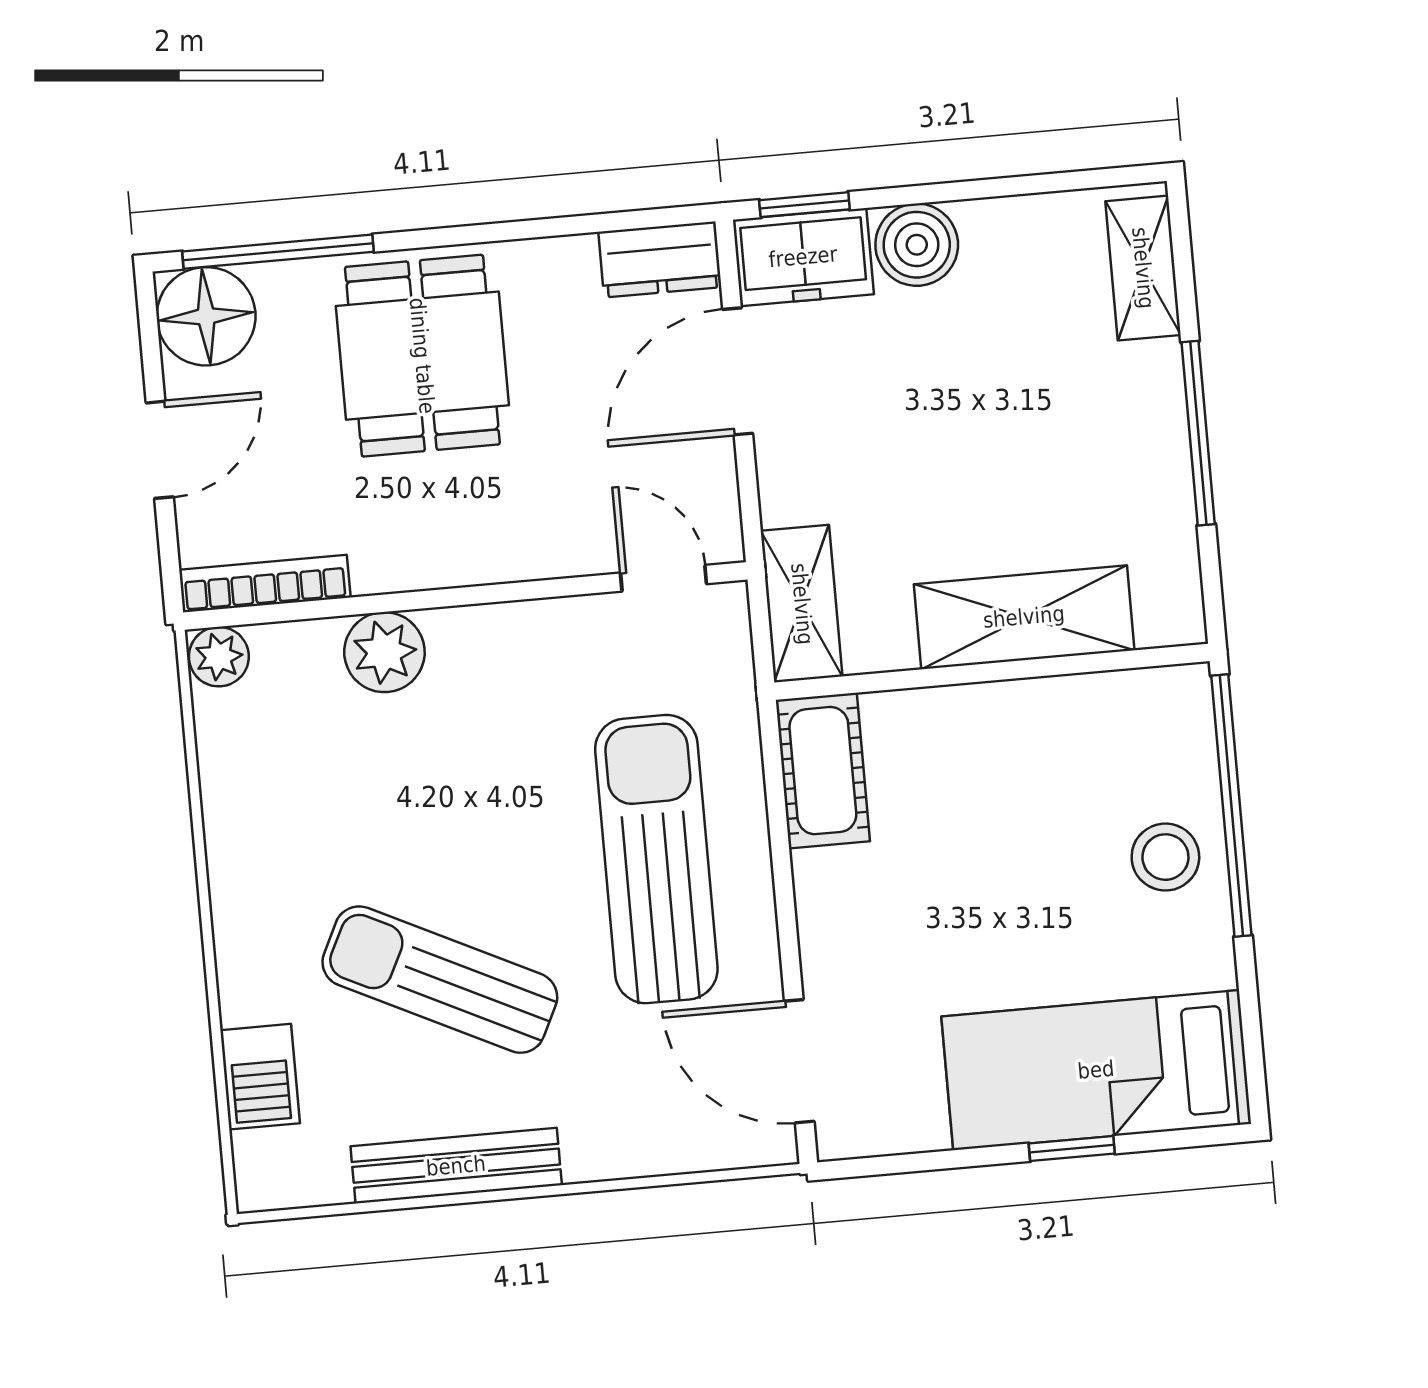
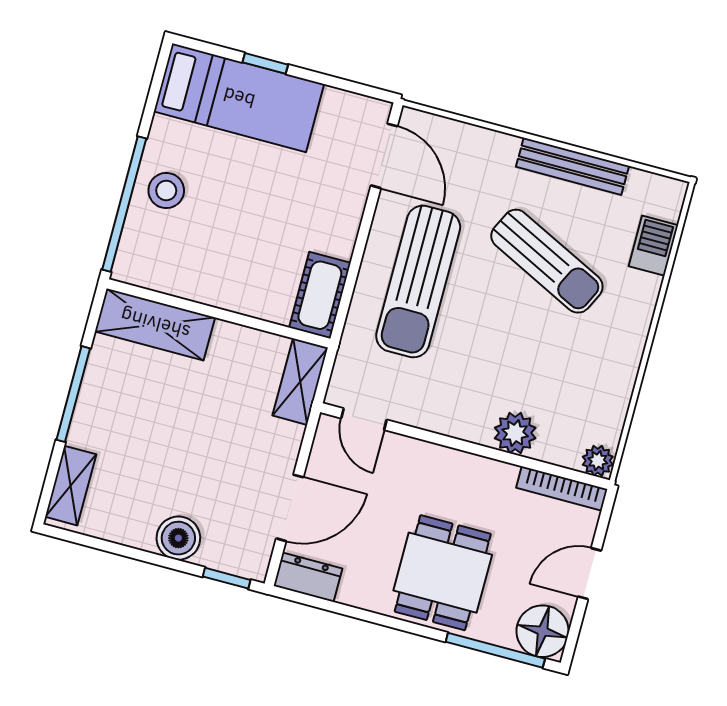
freezer: (803, 257) -> (237, 552), removed
shelving: (1024, 617) -> (155, 324), moved

